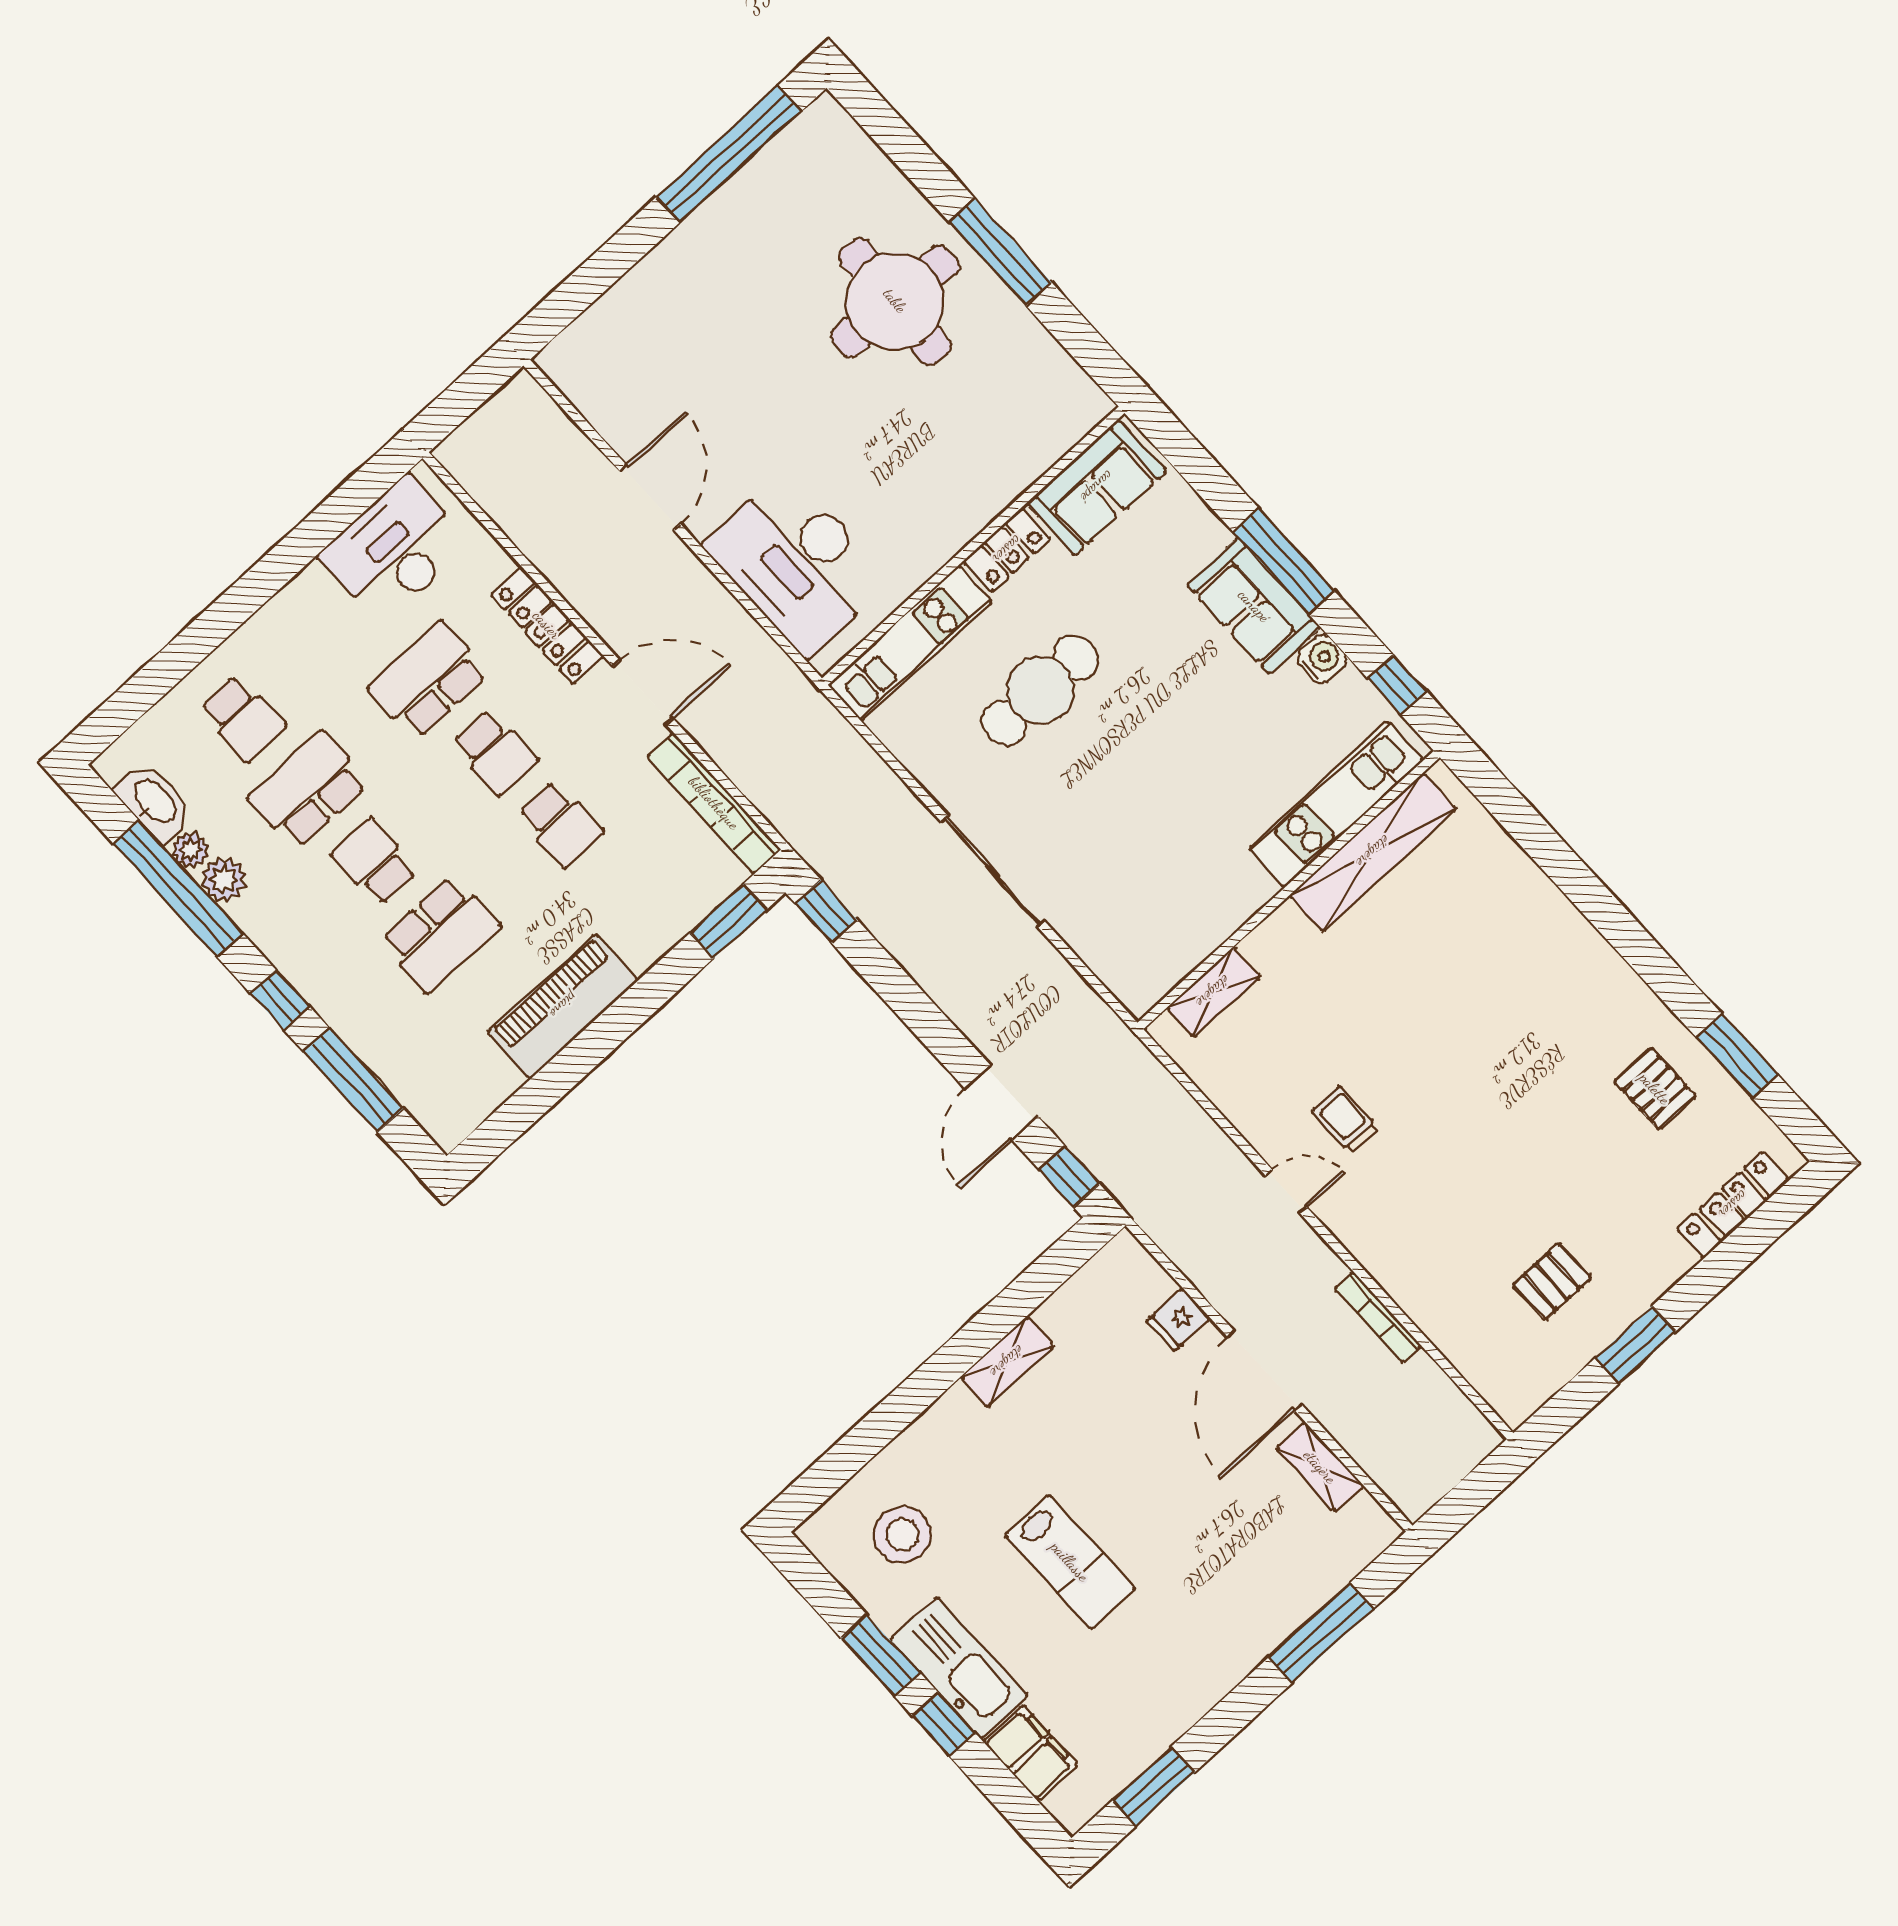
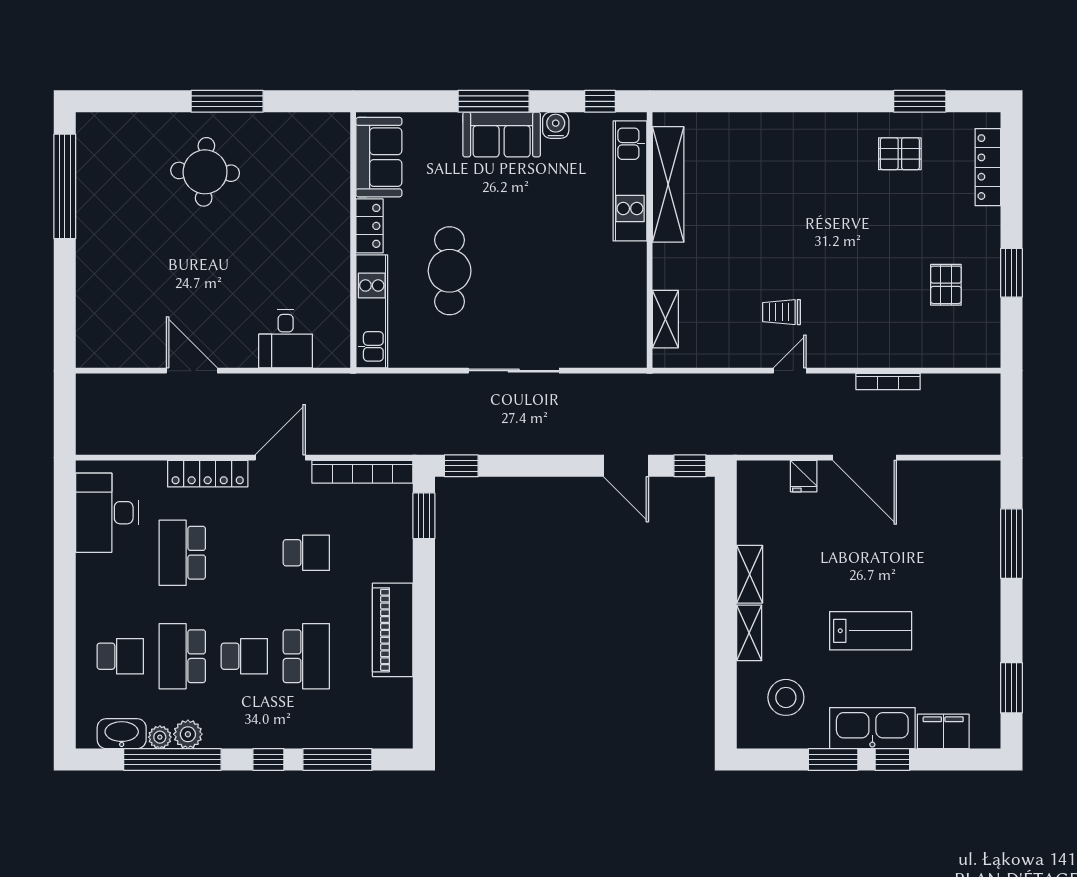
round table: (895, 301) -> (205, 172), width x0.73, depth x0.73
desk: (797, 563) -> (286, 339), width x0.53, depth x0.77
school desk: (494, 752) -> (244, 553), removed
school desk: (374, 862) -> (244, 656), turned 180
shelving: (1320, 1467) -> (749, 633), moved, turned 90

